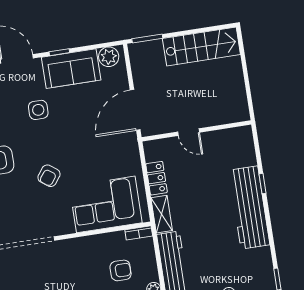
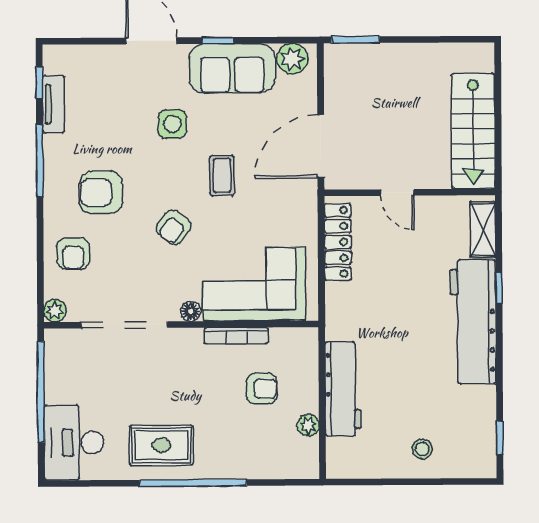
stairs: (201, 47) -> (473, 131), moved, turned 90
coffee table: (75, 138) -> (222, 176), added
locker: (156, 178) -> (338, 242), width x1.53
shelving: (162, 214) -> (483, 230), moved
floor lamp: (68, 228) -> (191, 311), added
bookcase: (139, 233) -> (236, 336), moved, width x1.56

